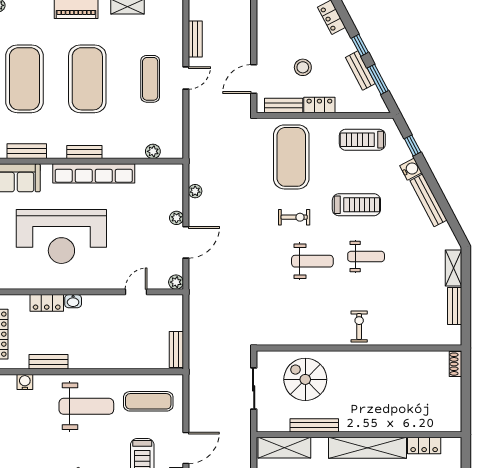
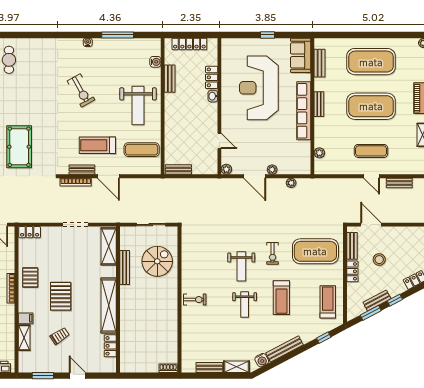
water cooler: (411, 169) -> (262, 360), moved
exercise mat: (148, 401) -> (142, 150), turned 90

